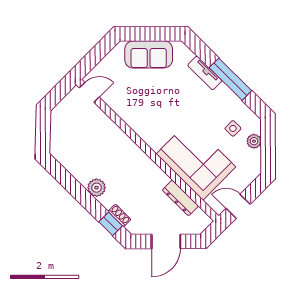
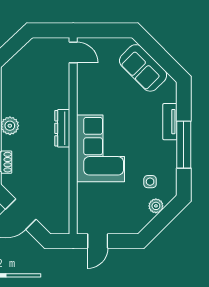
corner sofa: (196, 160) -> (101, 148), moved
dresser: (180, 198) -> (62, 128), moved
door: (238, 206) -> (98, 241), swing flipped

